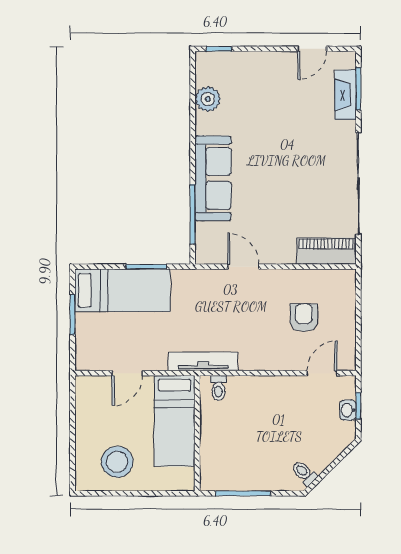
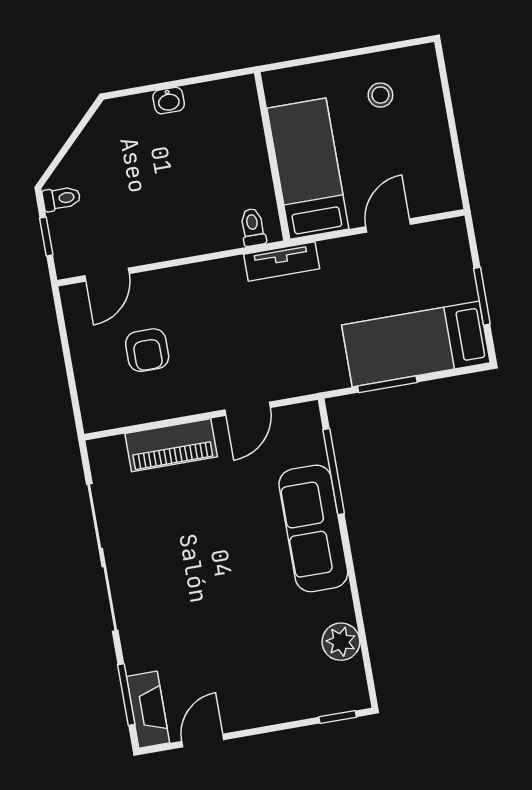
fireplace: (345, 95) -> (148, 710), moved
piano: (326, 251) -> (171, 445), moved
door: (243, 267) -> (248, 409), hinge flipped
tv unit: (203, 362) -> (282, 261), width x0.71
washbasin: (348, 410) -> (169, 101), moved, turned 90
stool: (117, 462) -> (380, 95), width x0.53, depth x0.53
toilet: (304, 473) -> (62, 198), moved, turned -45
window: (243, 493) -> (191, 81), removed

